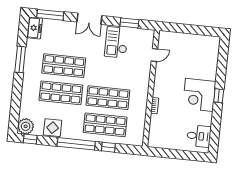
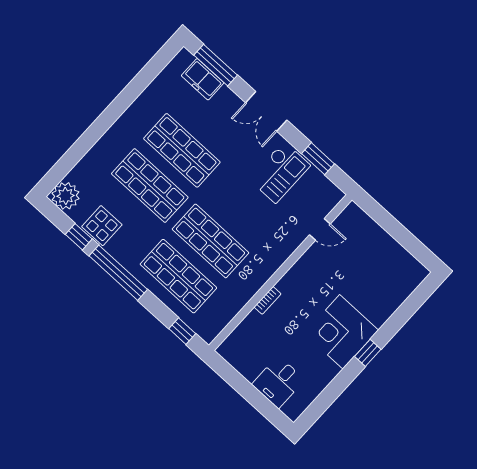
freezer: (35, 28) -> (203, 79), moved, turned 90
checkout: (116, 42) -> (280, 172), turned 180
window: (20, 59) -> (127, 97), removed
desk: (199, 136) -> (278, 382), moved, turned 90
window: (30, 139) -> (79, 237), moved
window: (108, 147) -> (182, 331), moved

